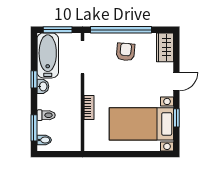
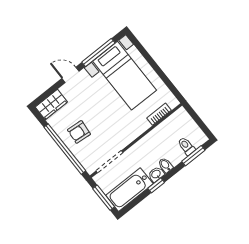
bookcase: (89, 107) -> (159, 114), moved
toilet: (46, 115) -> (186, 146), moved
window: (176, 118) -> (98, 53), width x2.17
bidet: (44, 140) -> (166, 165), moved

